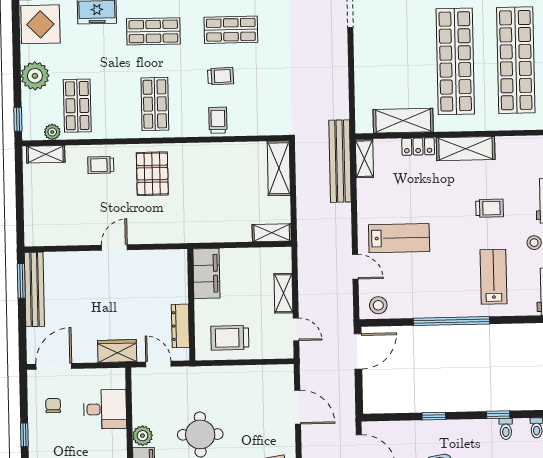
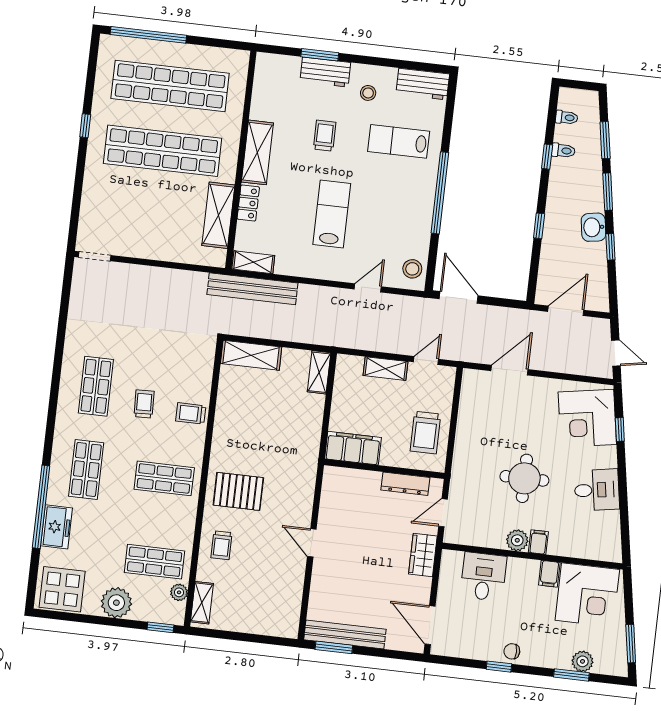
lab bench: (399, 238) -> (332, 214), moved
chair: (53, 406) -> (512, 651), moved

